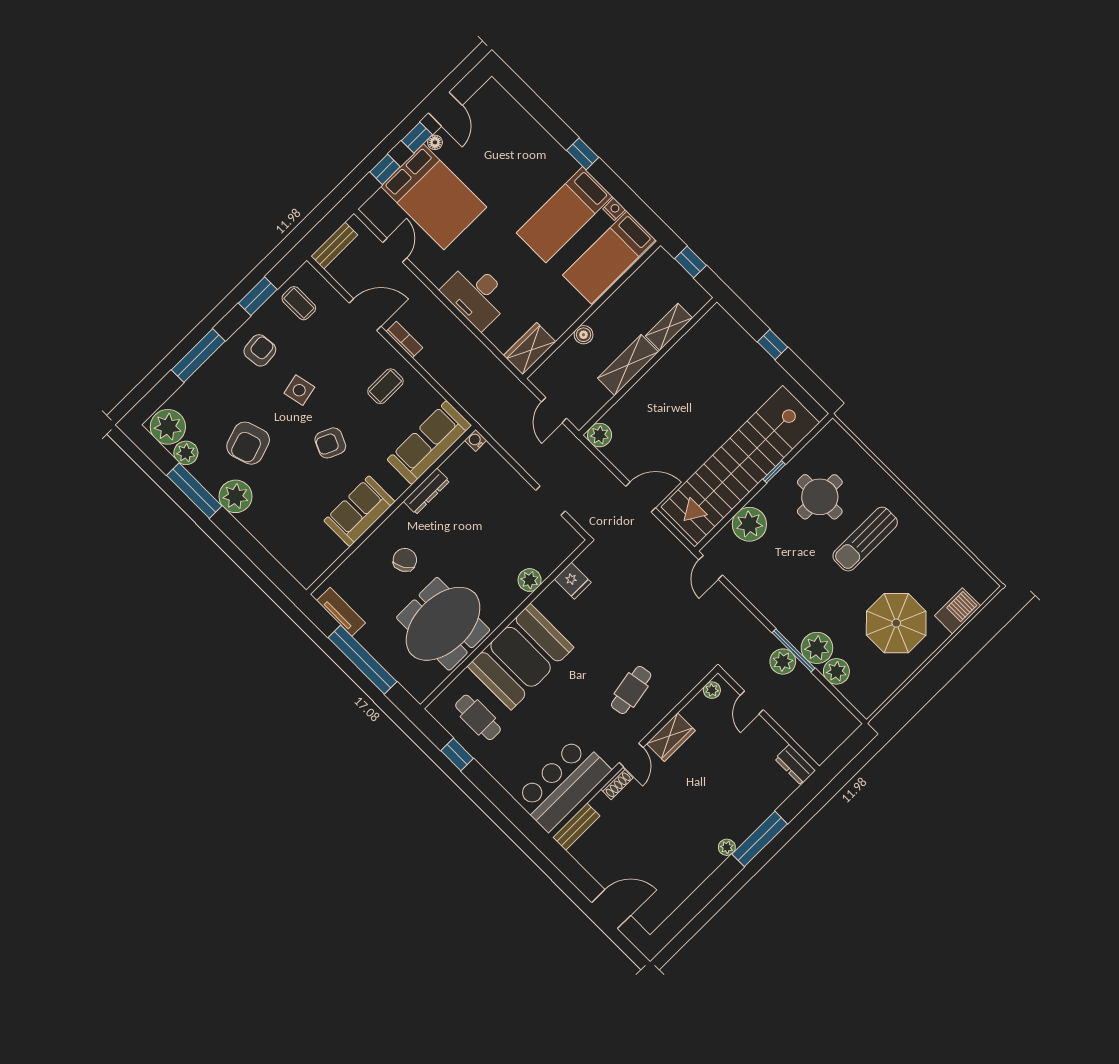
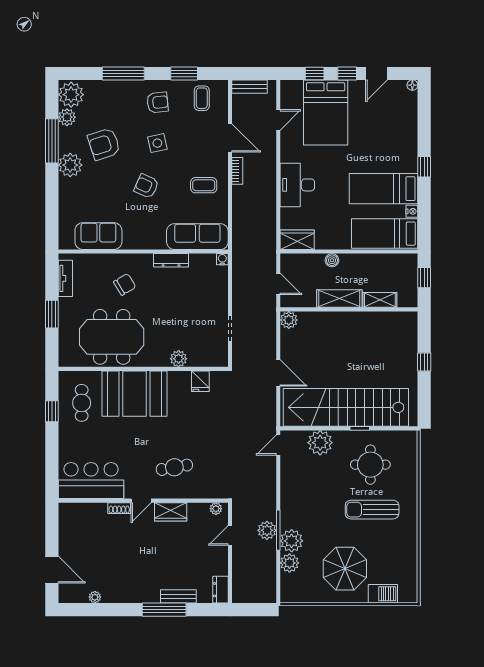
floor lamp: (435, 142) -> (412, 85), moved
door: (554, 410) -> (278, 284), swing flipped
sofa: (359, 511) -> (98, 236), moved
window: (363, 660) -> (52, 314), width x0.47
bench: (576, 827) -> (178, 596), moved
plant: (727, 847) -> (95, 597), moved

